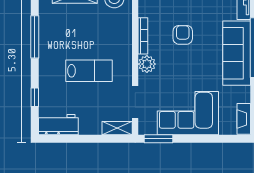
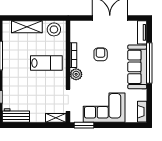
lab bench: (89, 71) -> (46, 63), moved

